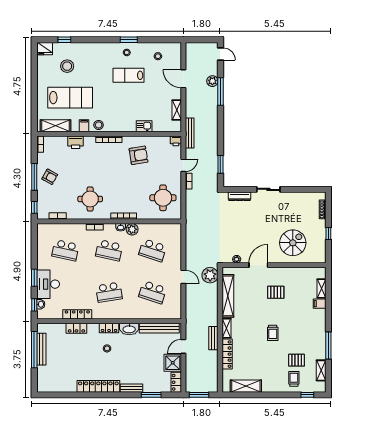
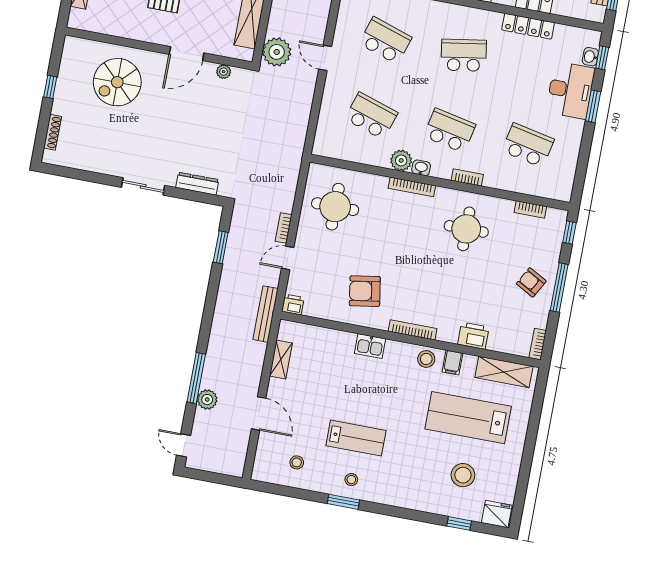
kitchen sink: (144, 126) -> (370, 346), moved

